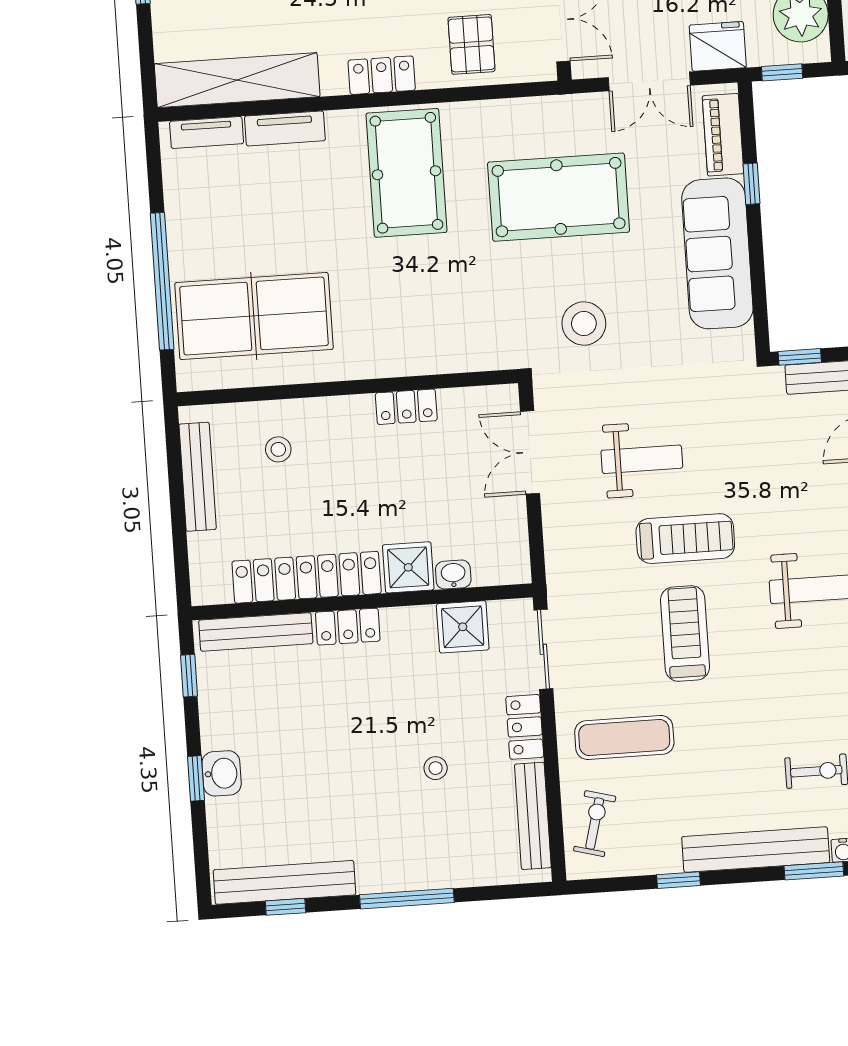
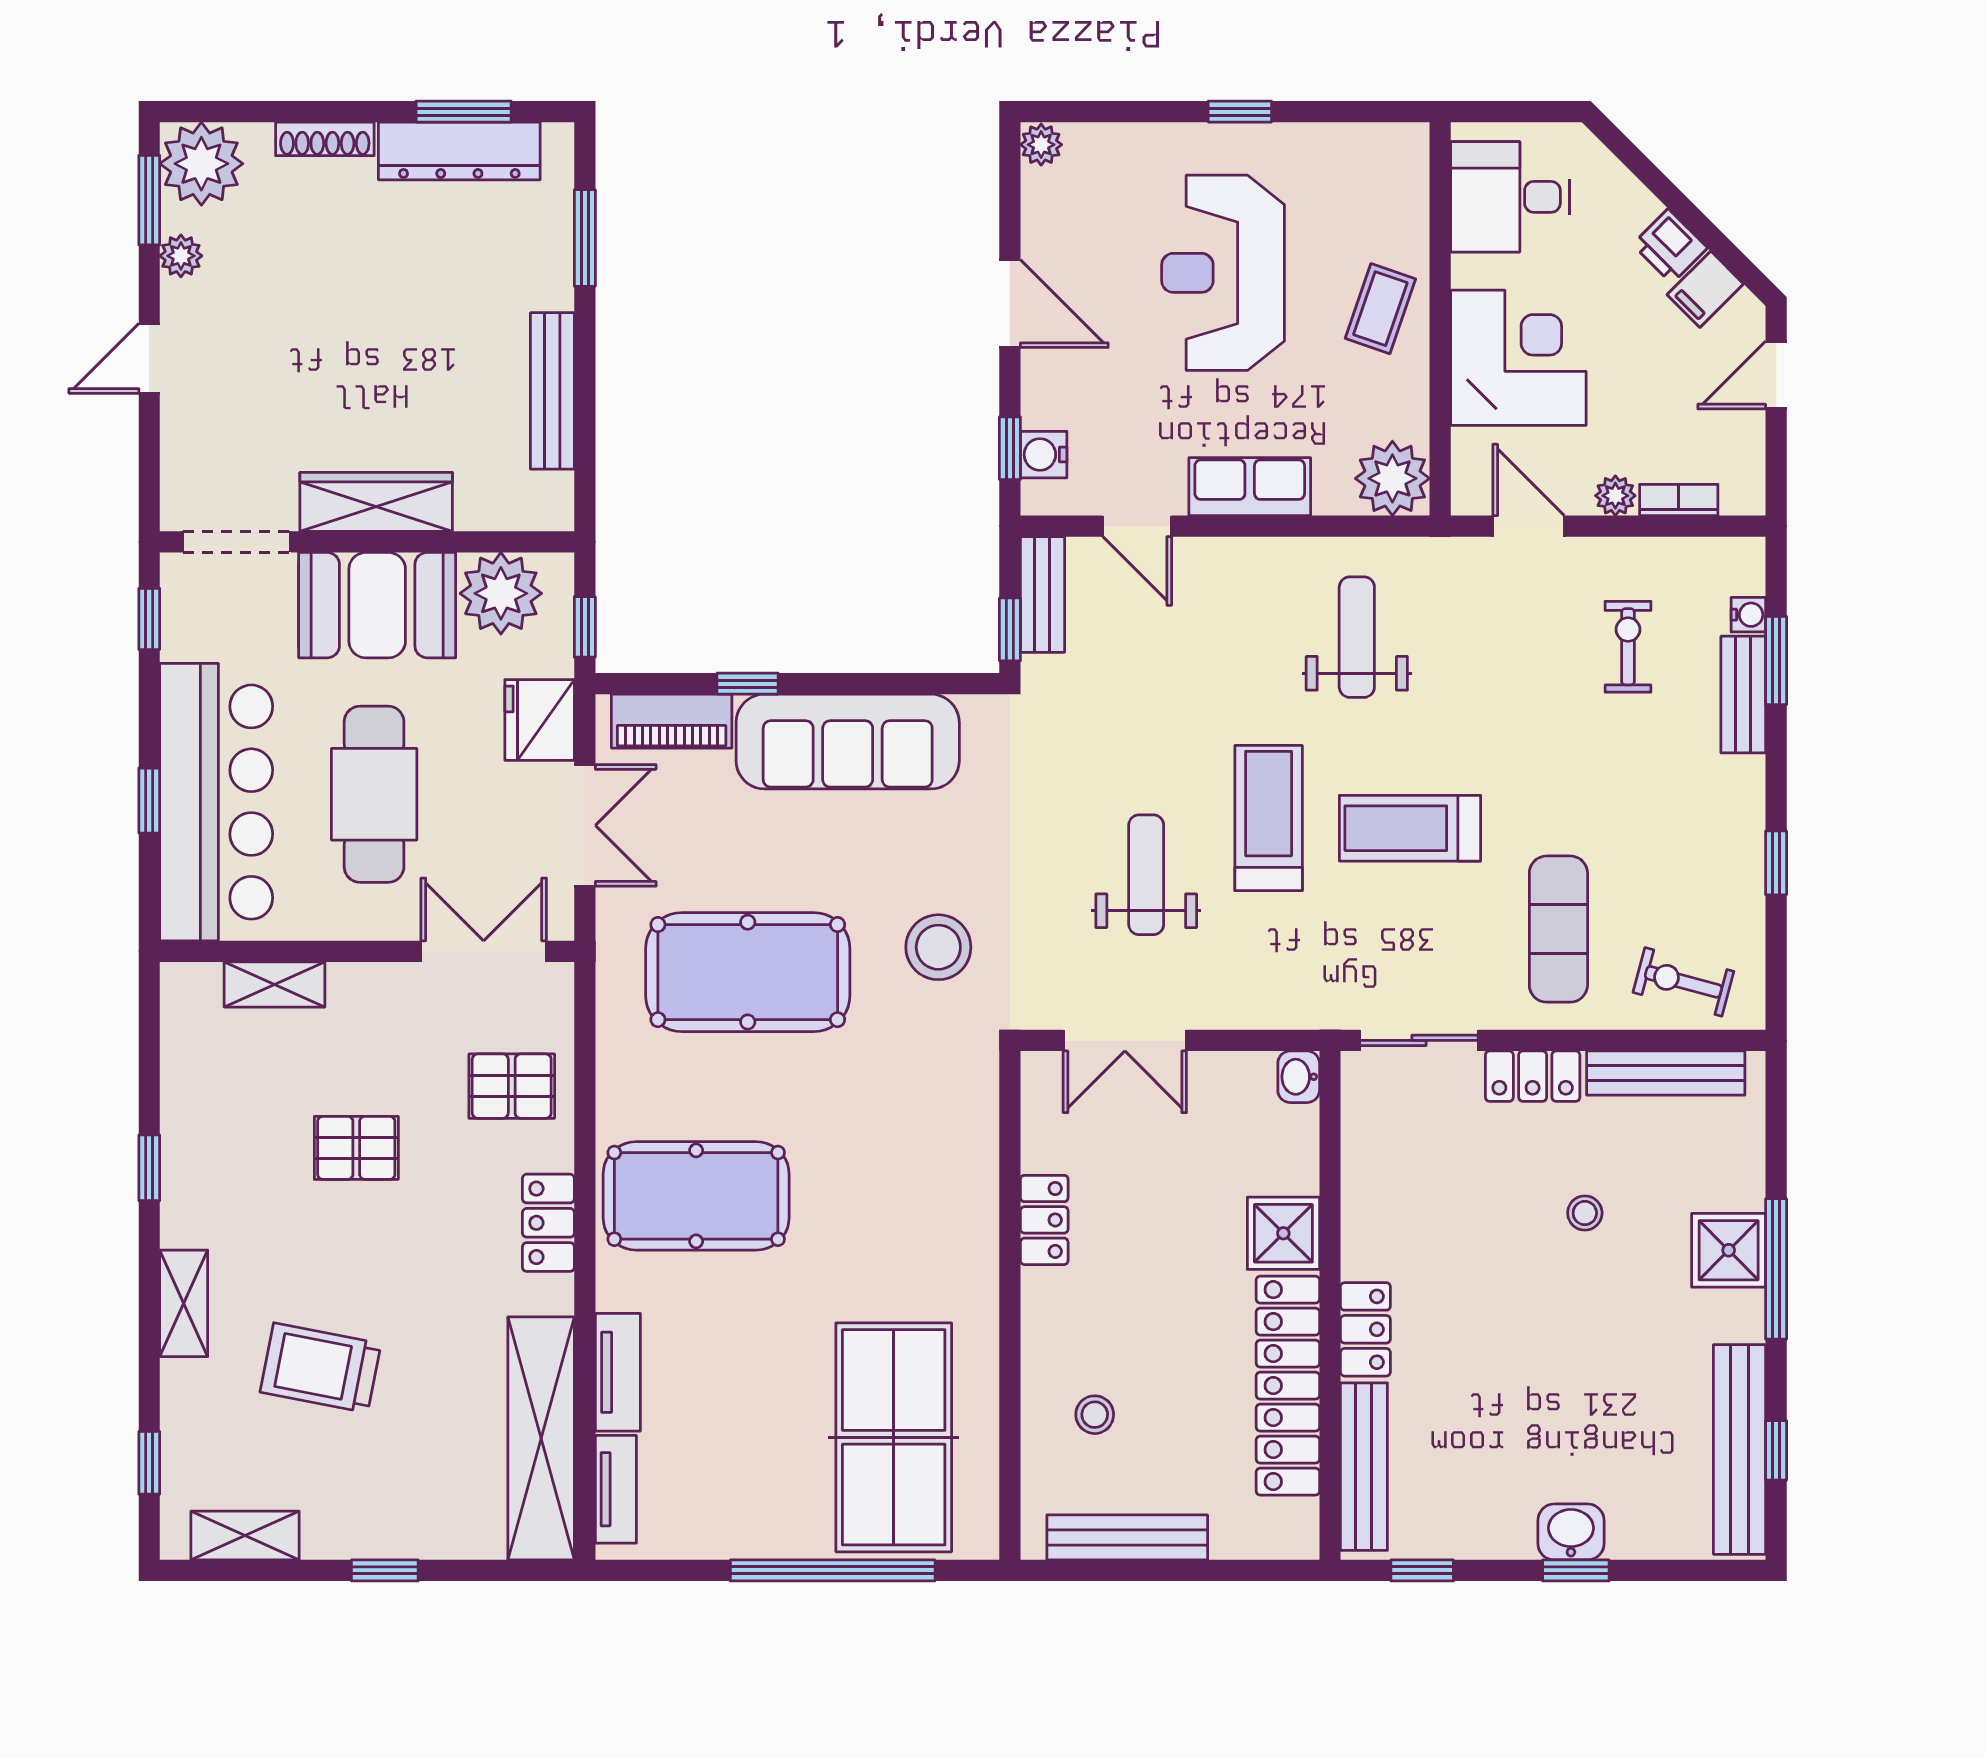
pool table: (559, 197) -> (748, 972), turned 90
washbasin: (453, 575) -> (1299, 1077), moved
shower: (463, 627) -> (1729, 1250), moved
bench: (756, 850) -> (1743, 695), width x0.54, depth x0.82

